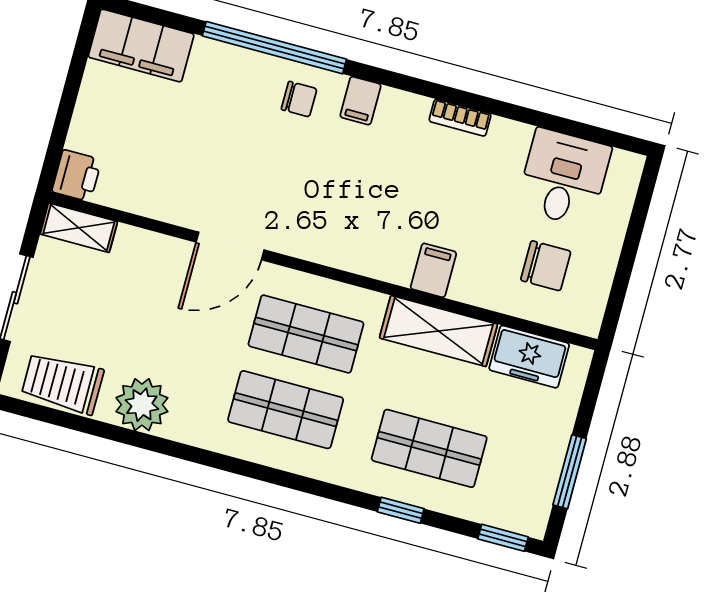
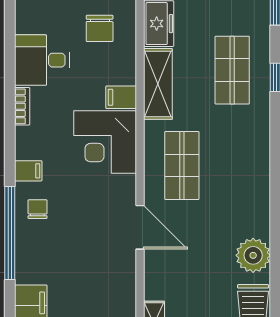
desk: (564, 178) -> (42, 60), moved
corner desk: (373, 228) -> (105, 142), added
chair: (546, 266) -> (100, 28), turned 180
shop shelf: (286, 410) -> (232, 166), removed

